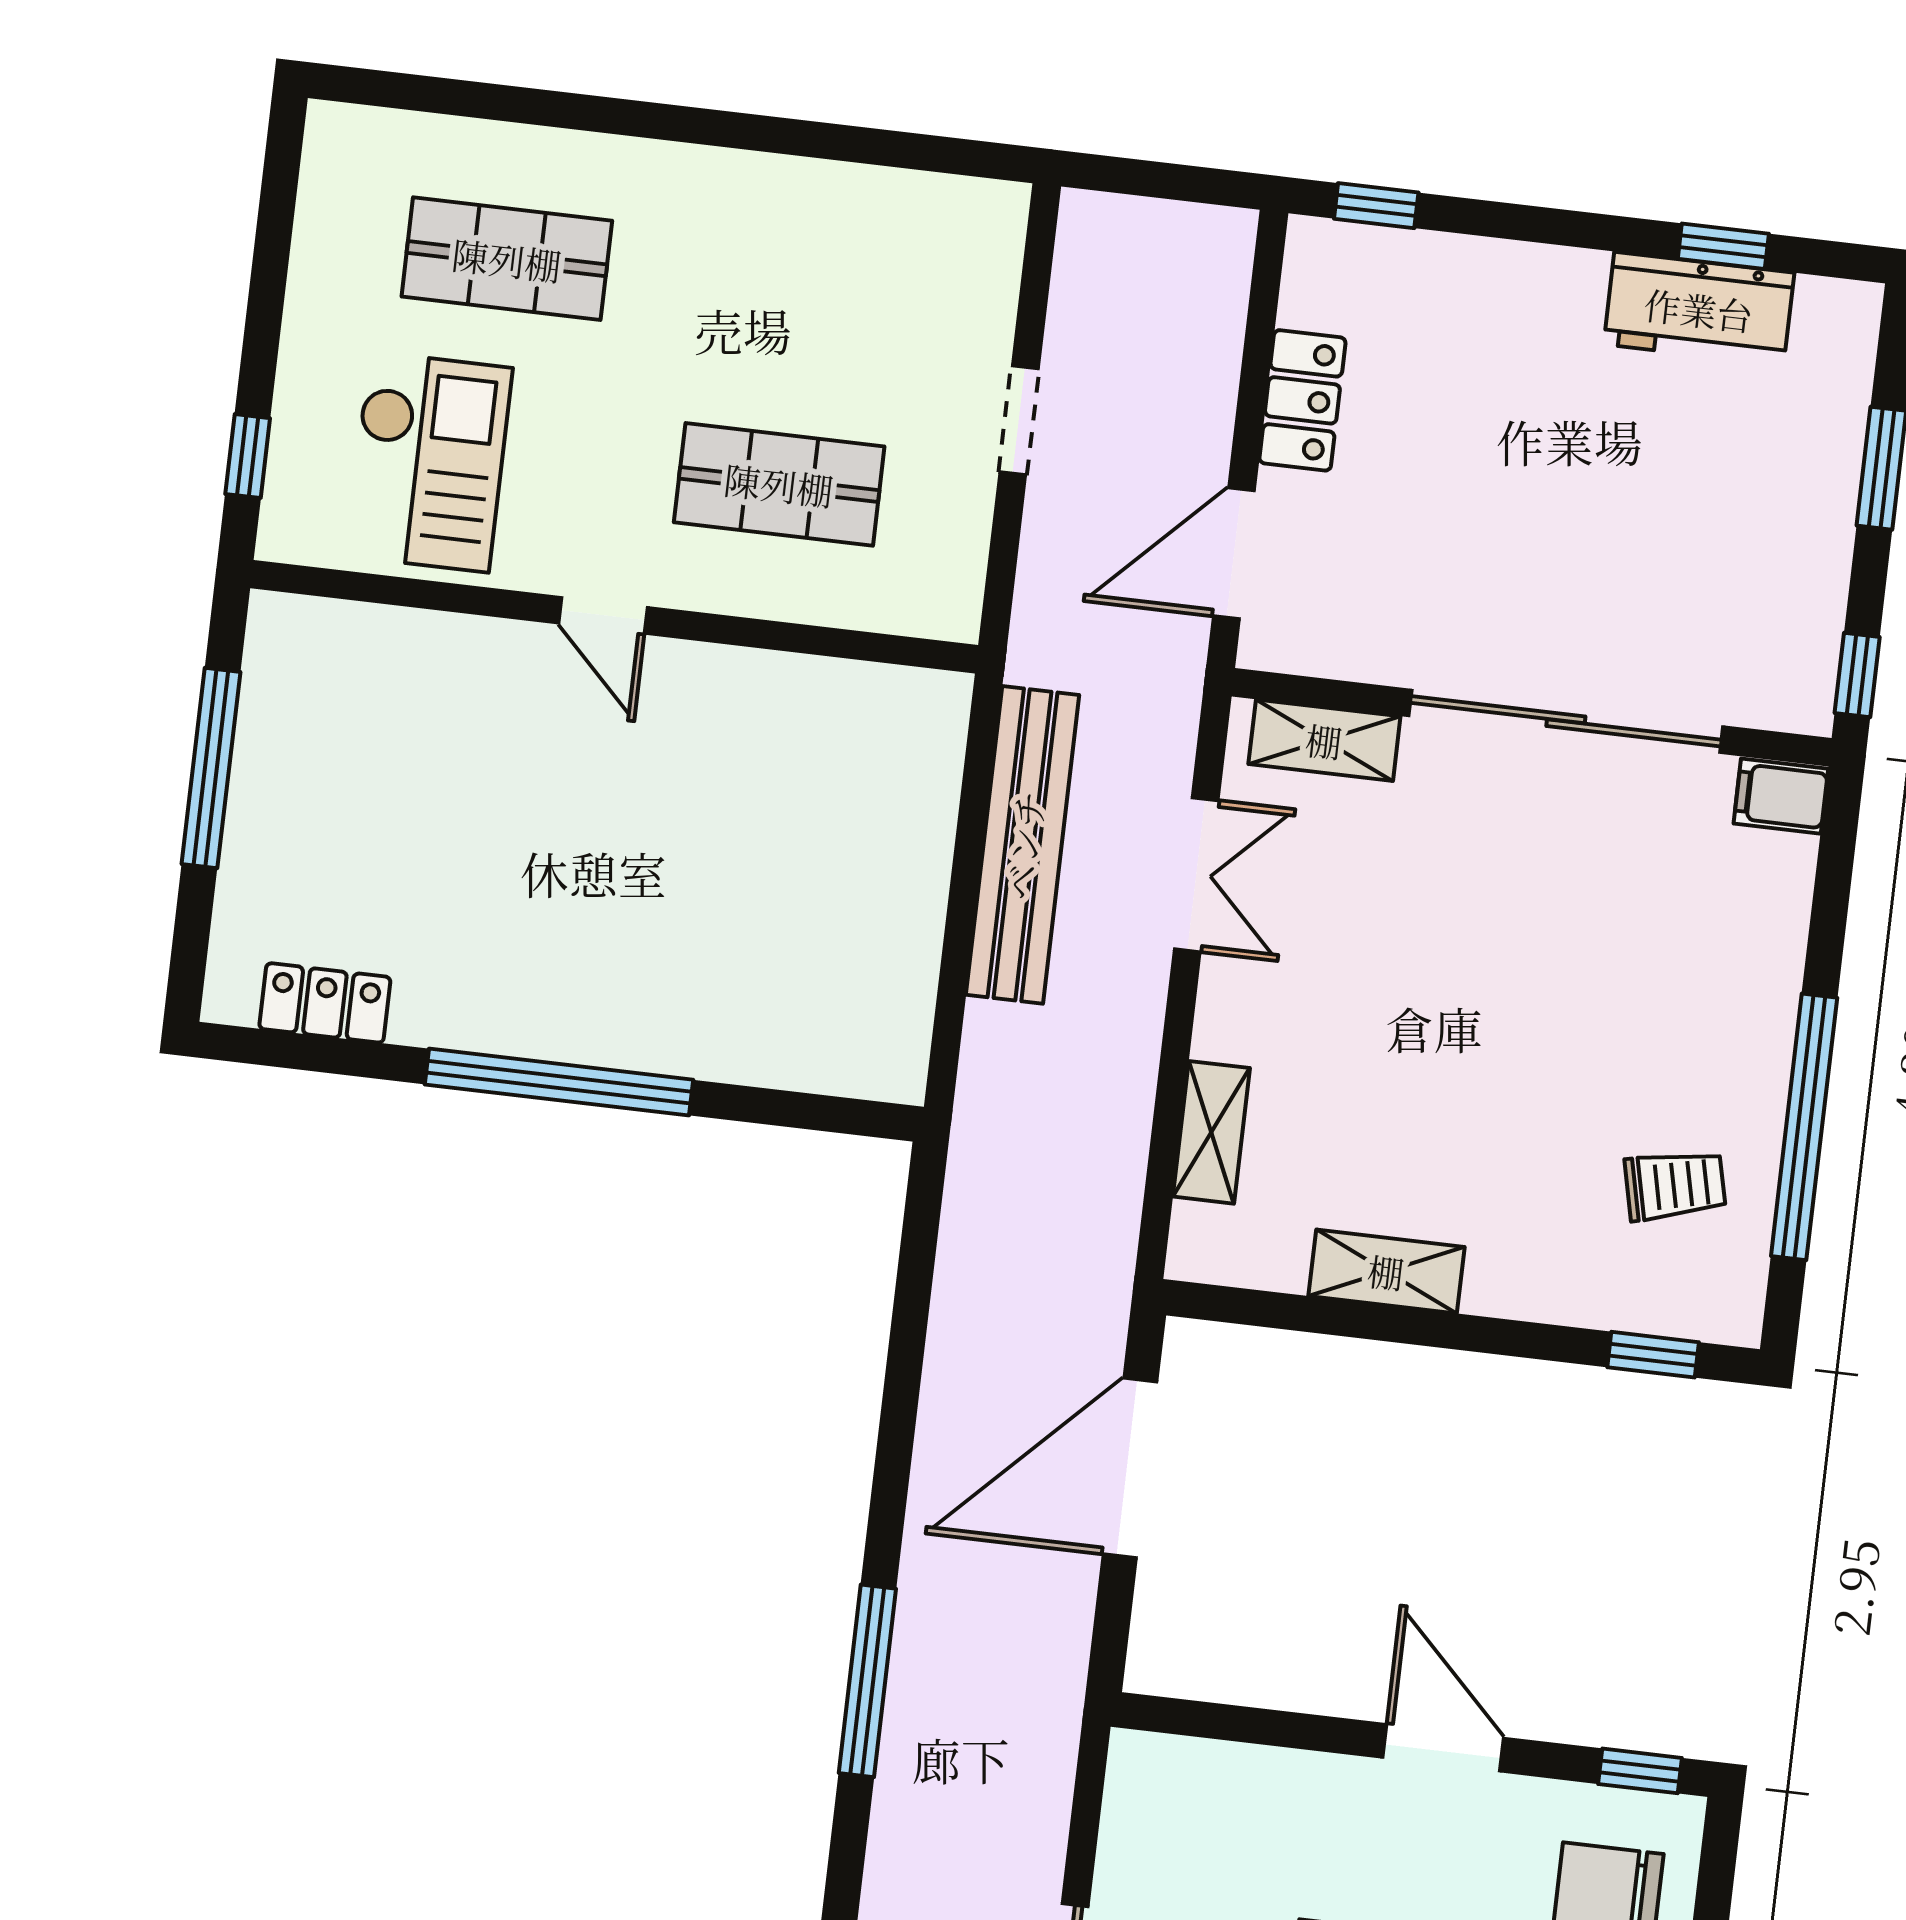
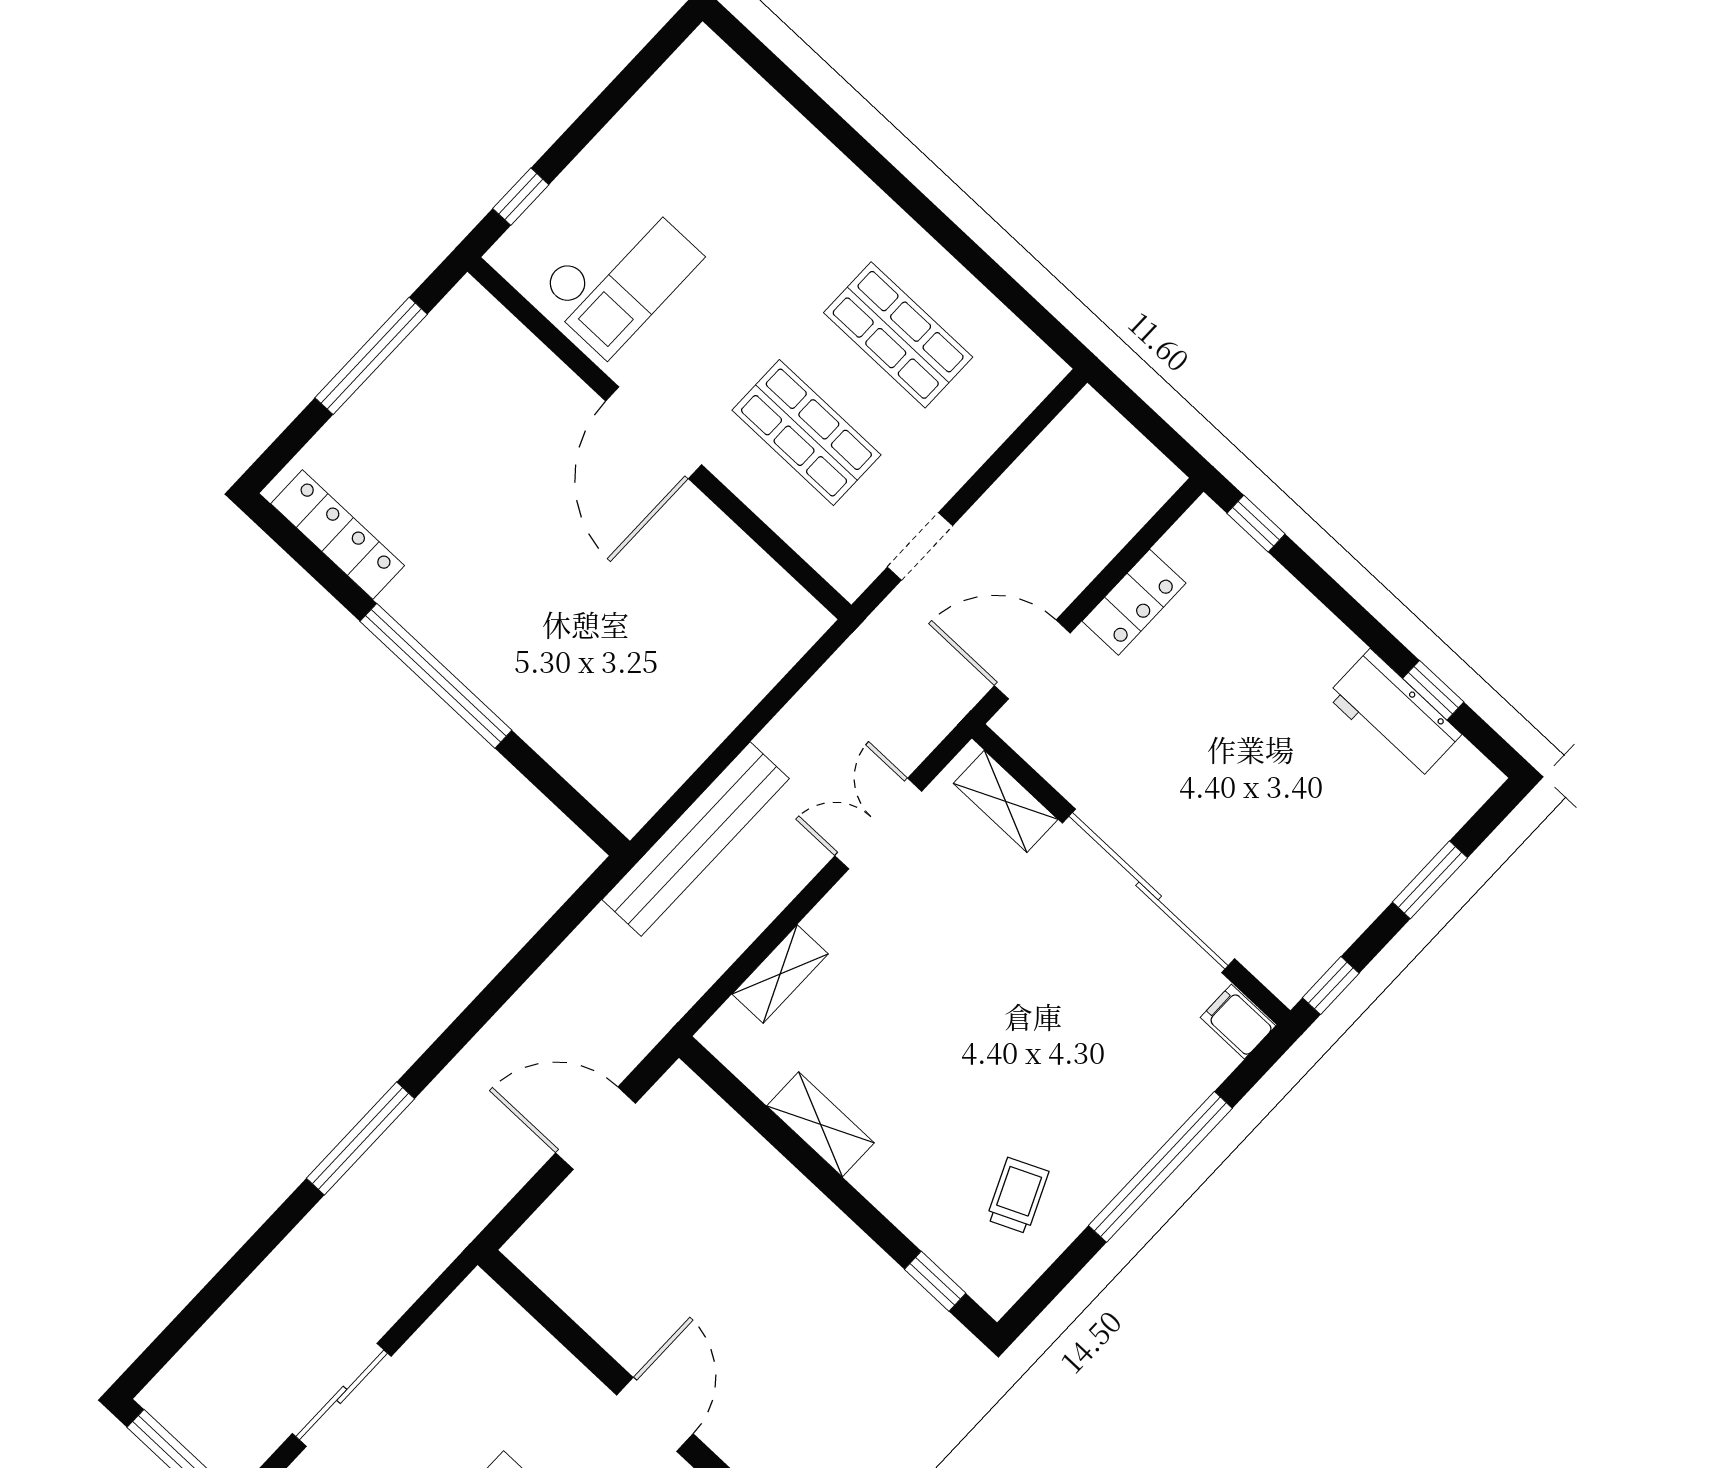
shop shelf: (507, 259) -> (898, 335), moved
doorway: (1019, 420) -> (920, 546), moved
door: (603, 615) -> (654, 433), width x1.88
bench: (1023, 845) -> (696, 839), moved
double door: (1196, 875) -> (878, 824), swing flipped
locker: (325, 1003) -> (338, 535), width x1.53
window: (1804, 1127) -> (1160, 1167), moved
trolley: (1675, 1185) -> (1018, 1196), turned -101
door: (1130, 1468) -> (596, 1128), width x0.73

